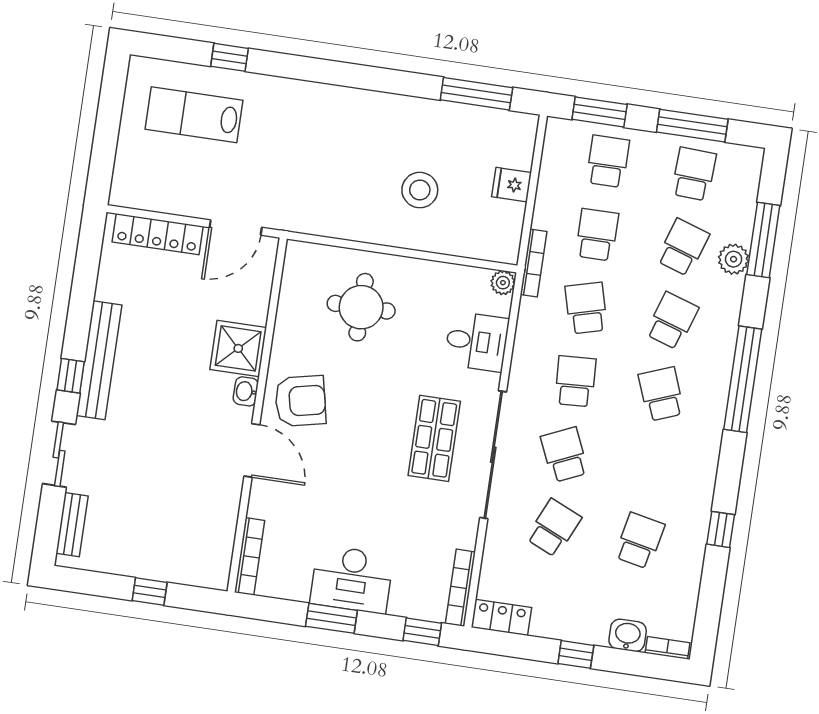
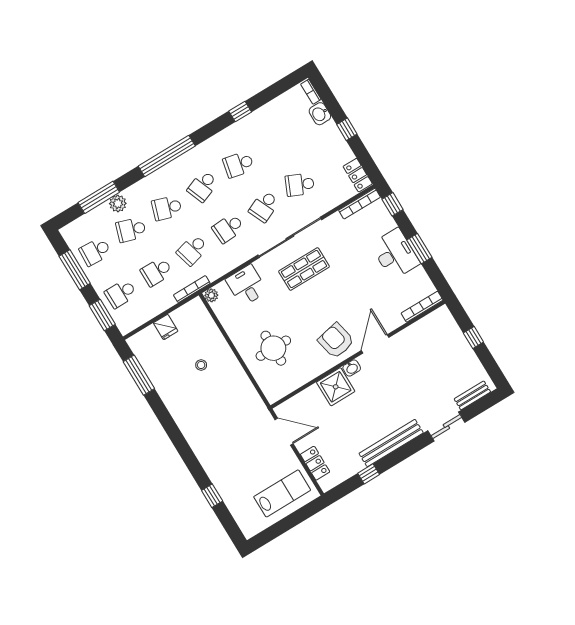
lab bench: (194, 115) -> (282, 493), moved, turned -90
stool: (420, 190) -> (201, 365), width x0.53, depth x0.53
locker: (158, 234) -> (315, 463), width x0.66
window: (71, 376) -> (369, 474), moved
school desk: (640, 541) -> (238, 164), moved

